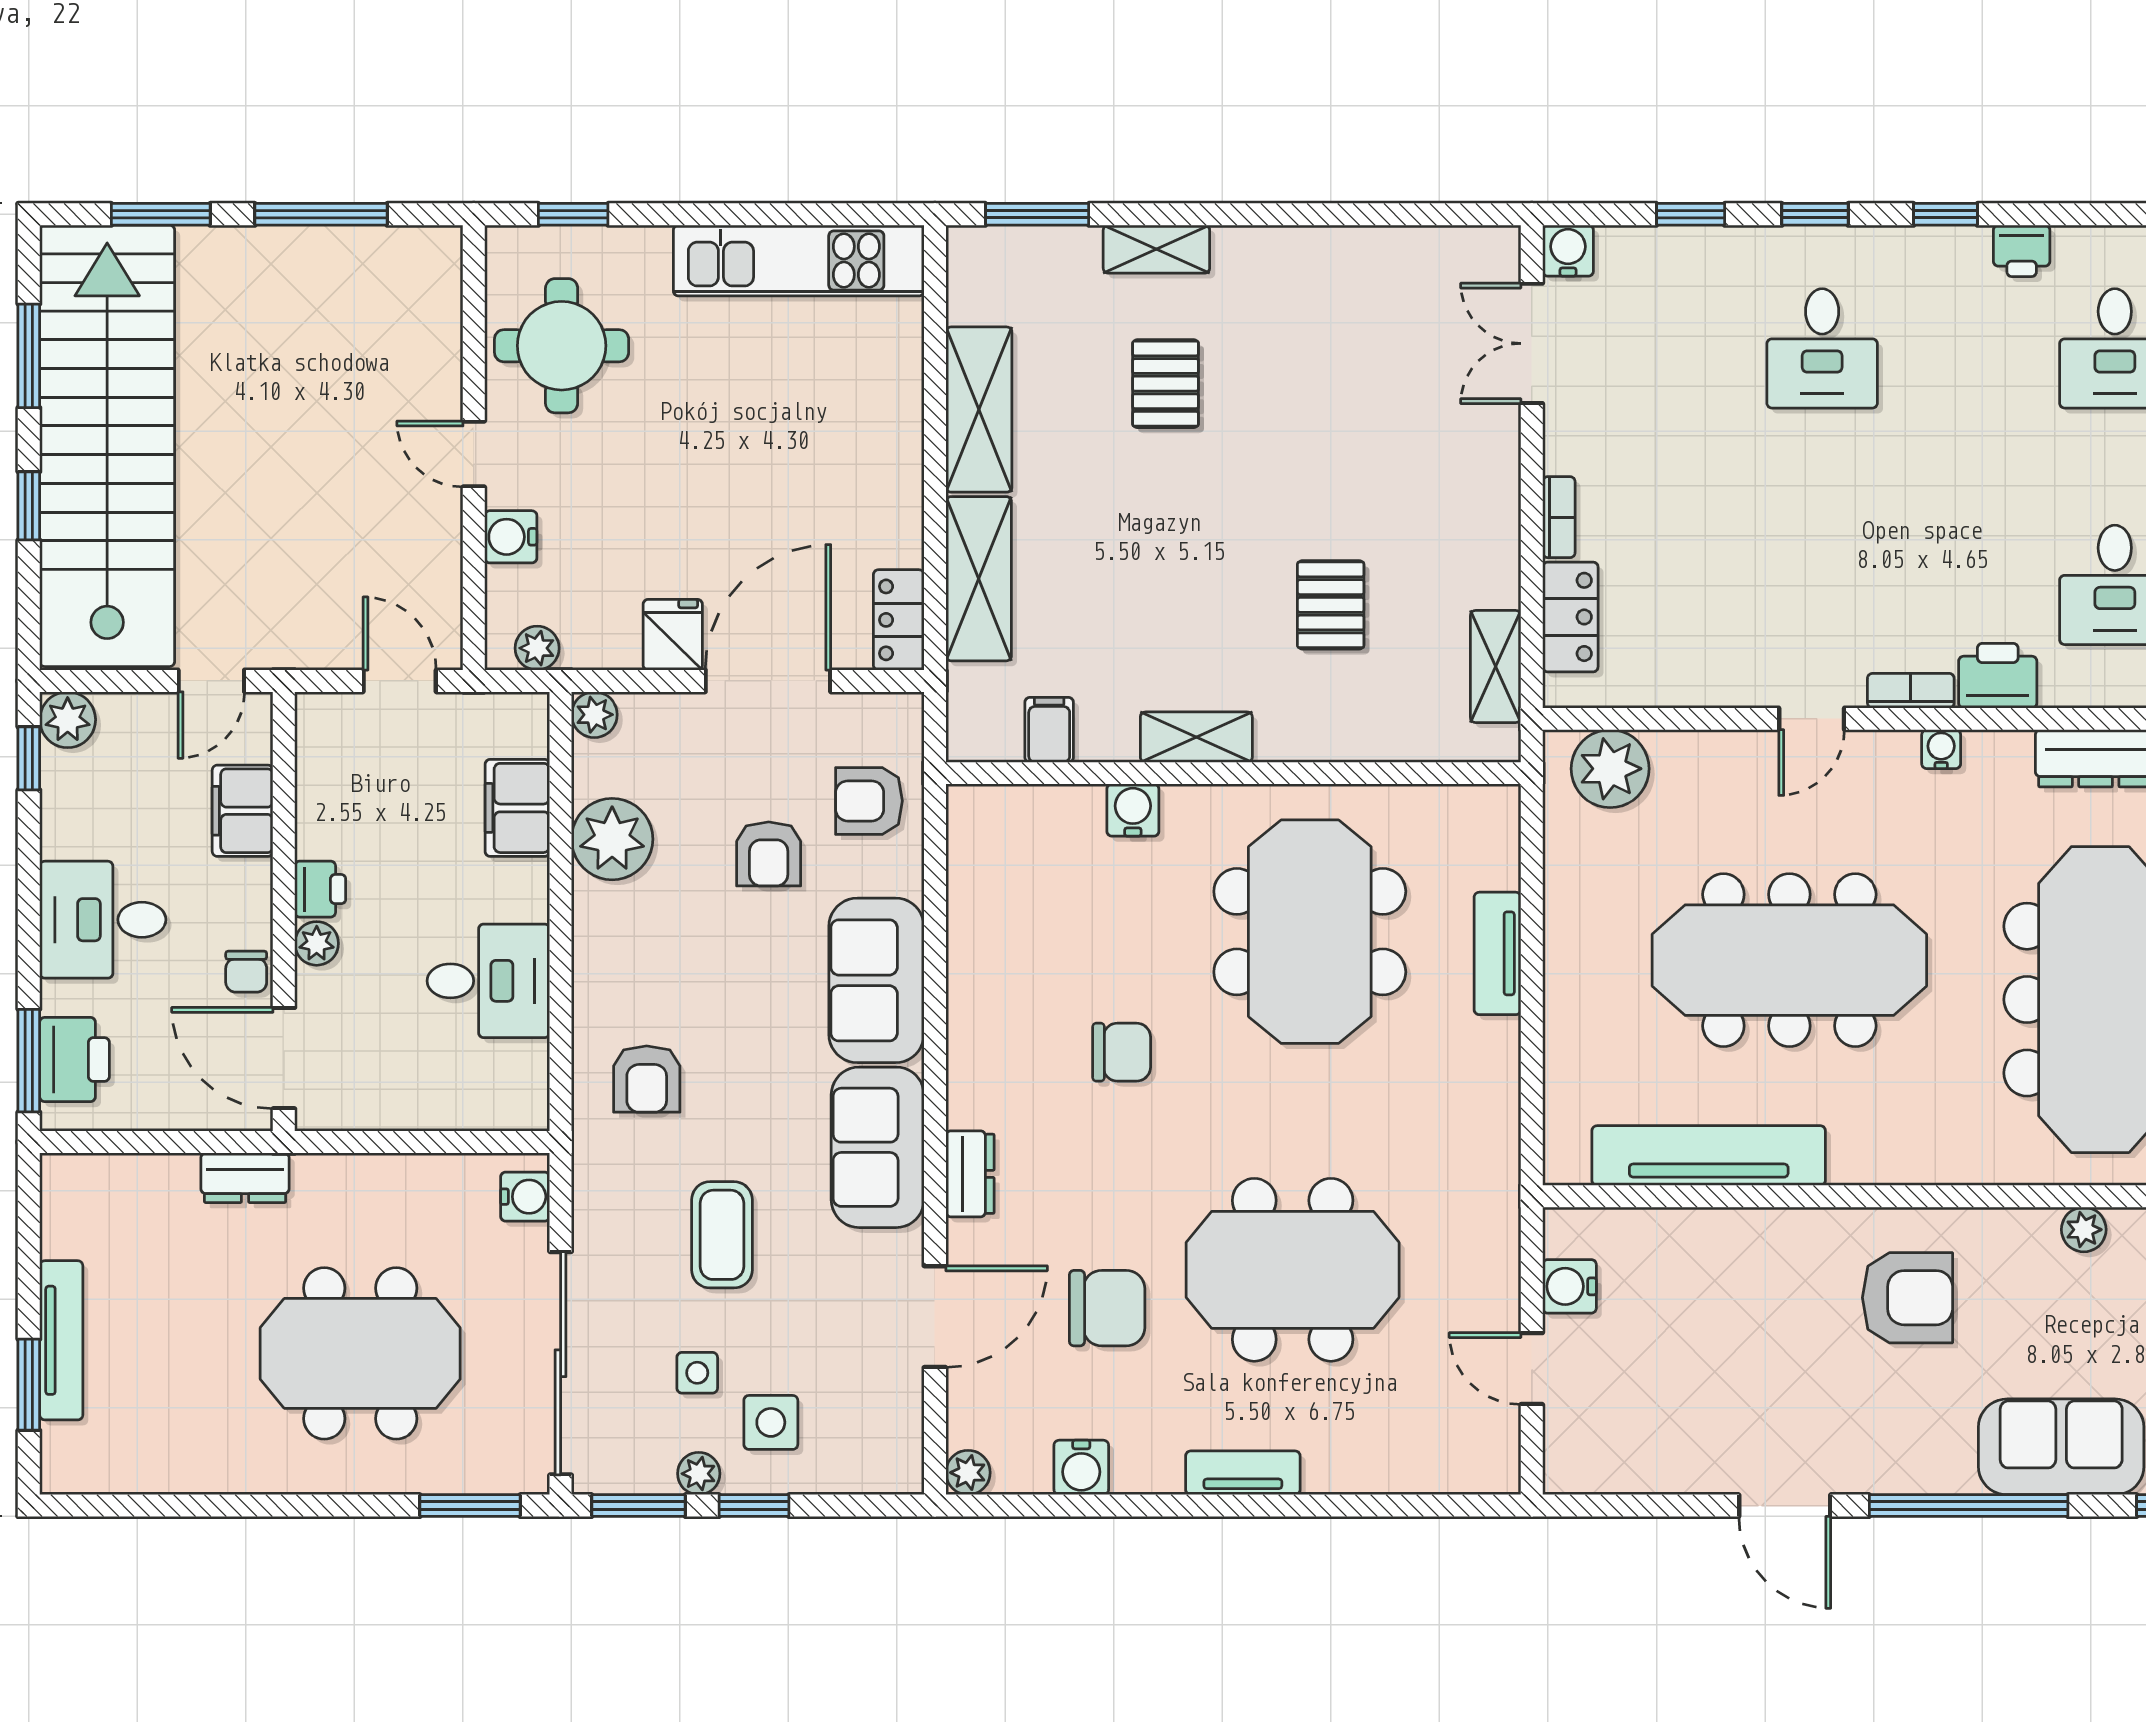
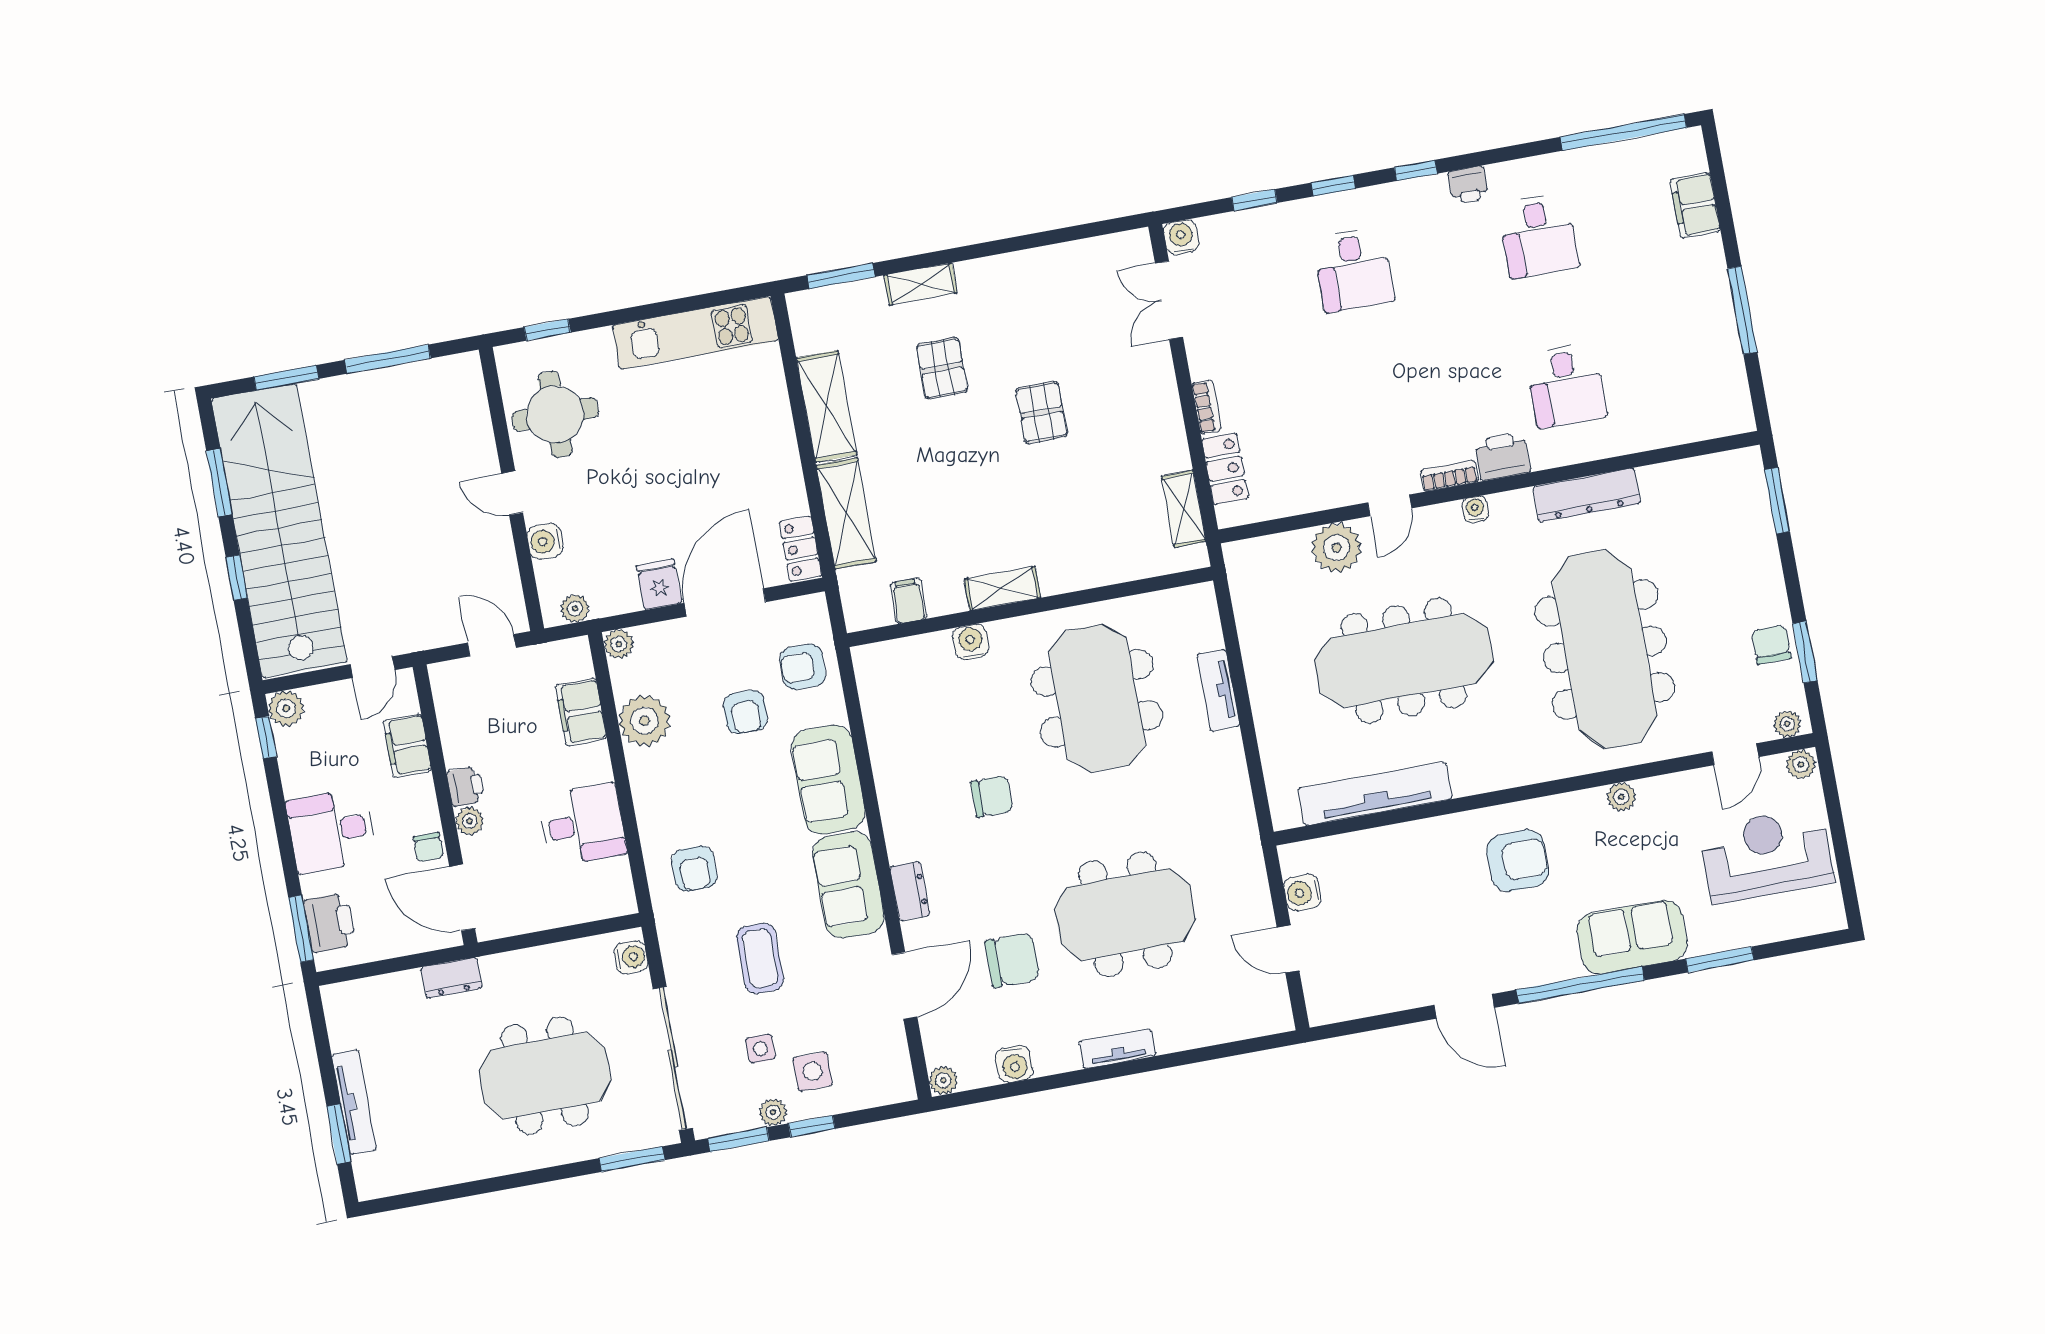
pallet: (1331, 605) -> (1042, 413), moved
plant: (1610, 769) -> (1337, 548), moved

